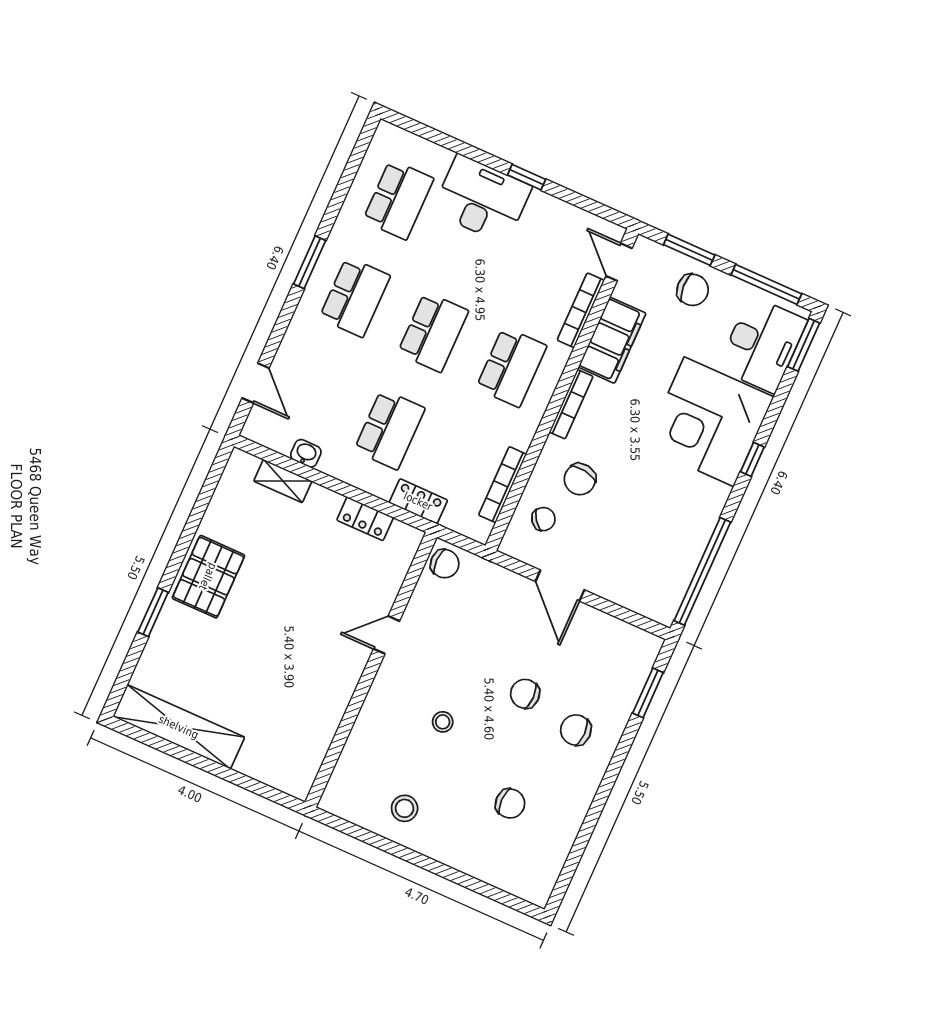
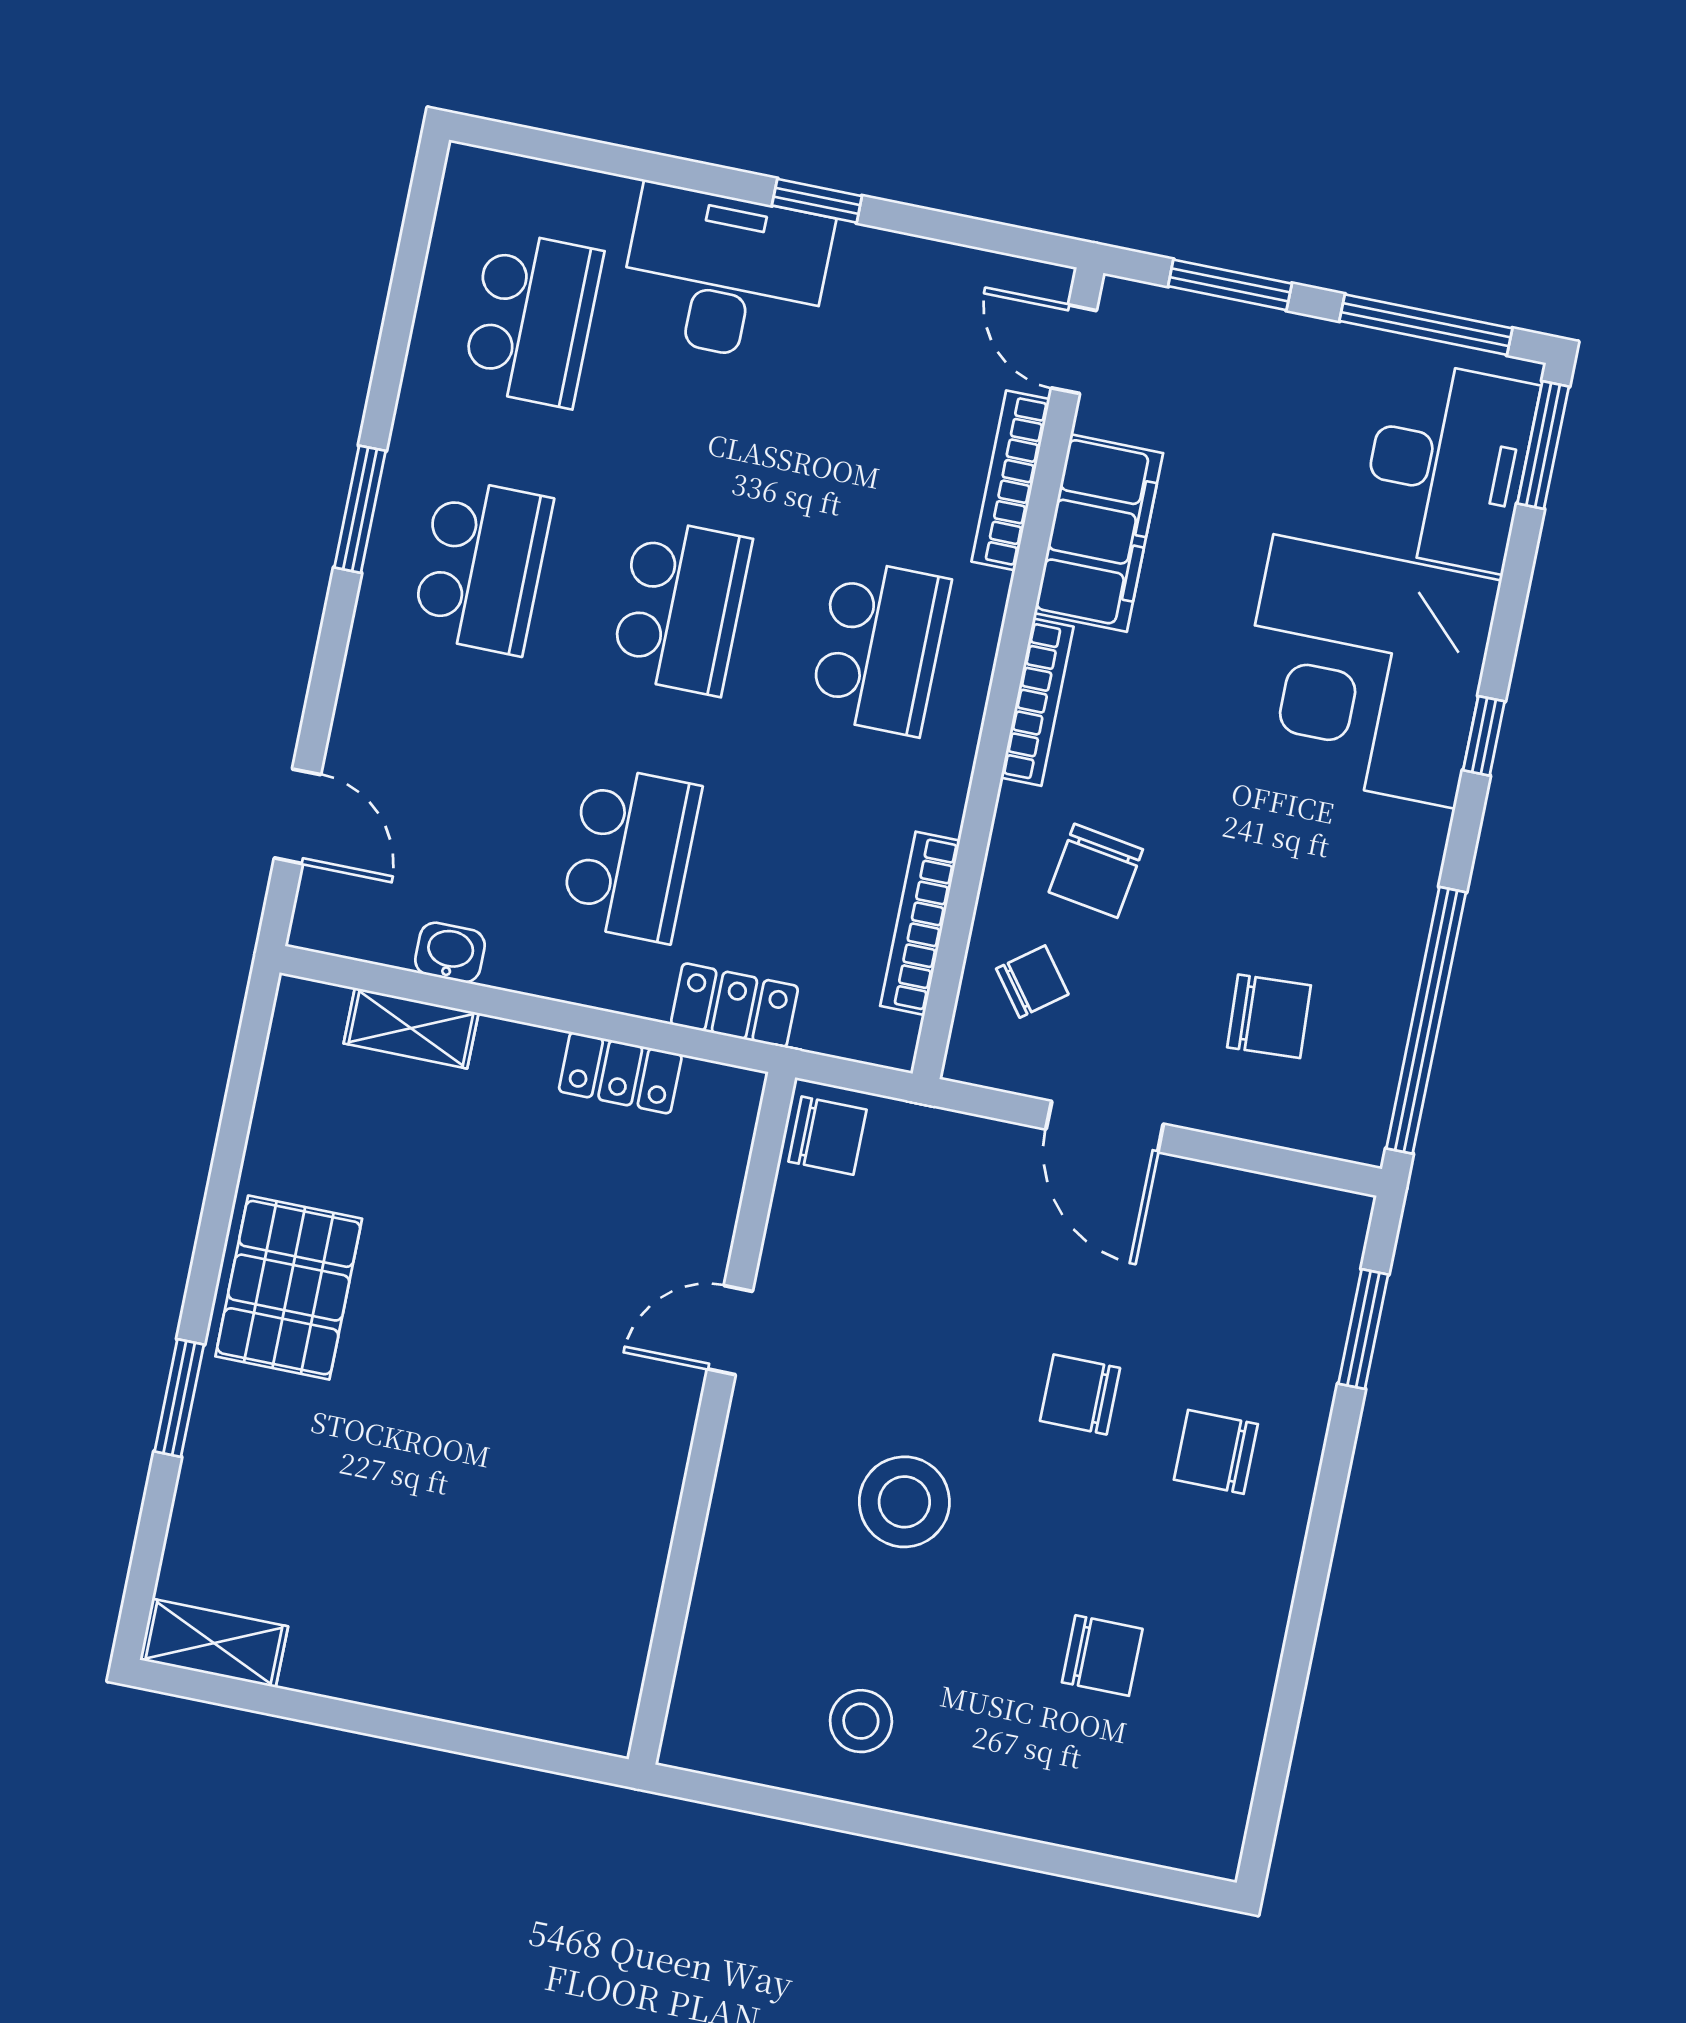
chair: (693, 290) -> (1269, 1016), moved
stool: (443, 722) -> (904, 1502), width x1.89, depth x1.89
shelving: (179, 727) -> (214, 1643), width x0.45, depth x0.75

